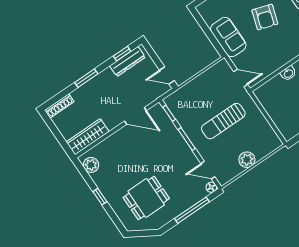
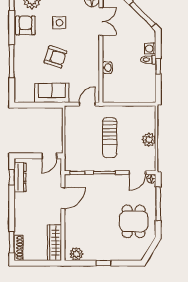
window: (86, 78) -> (12, 242), moved
dining table: (146, 198) -> (134, 221), moved

